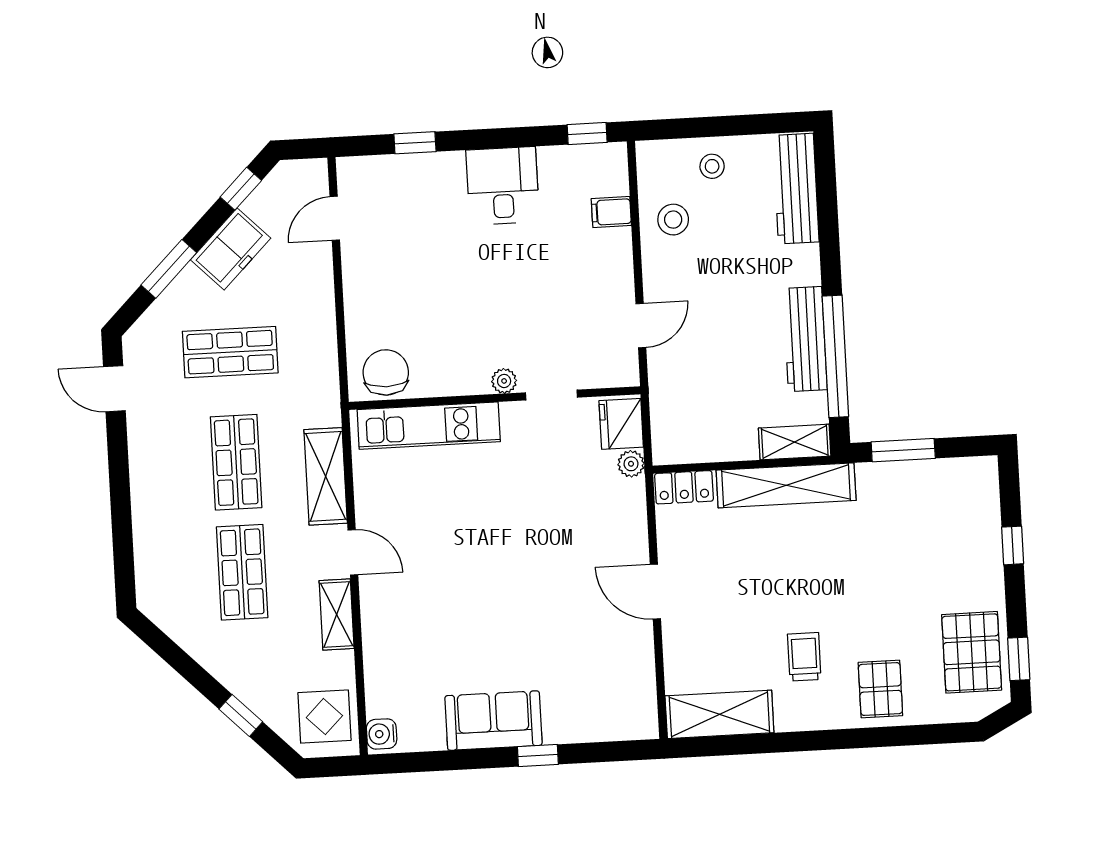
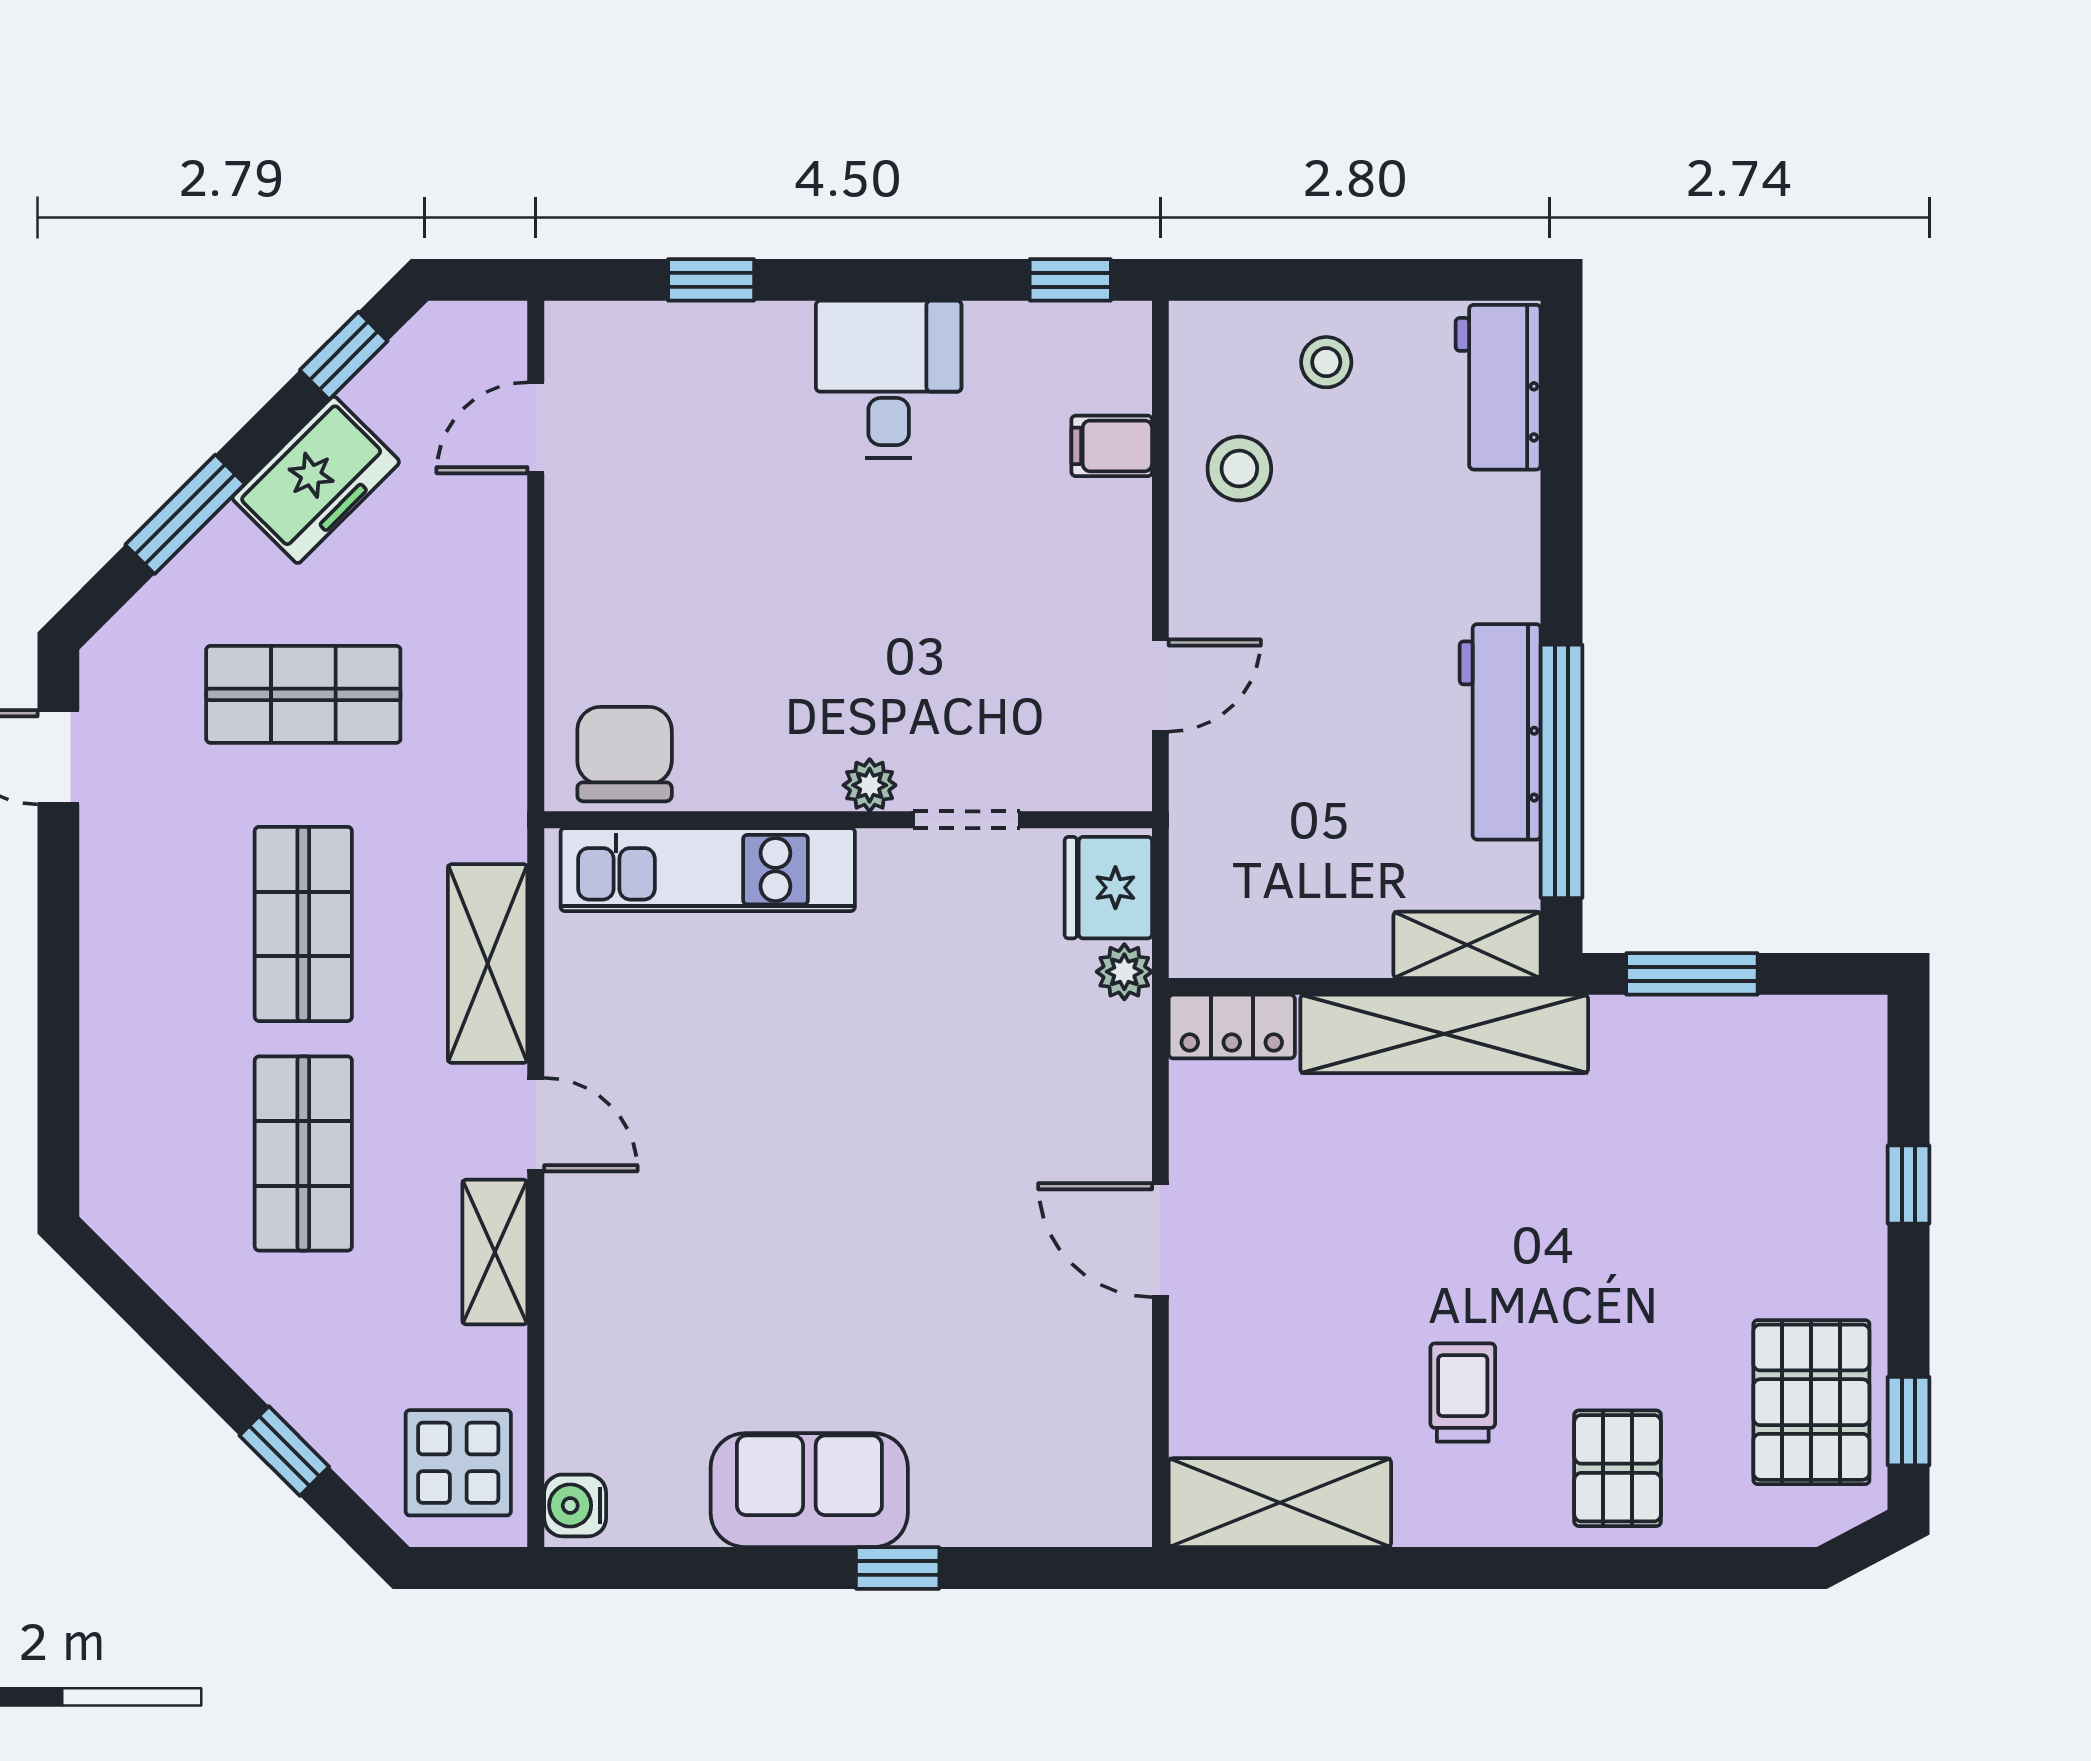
workbench: (796, 189) -> (1498, 387), width x0.73

